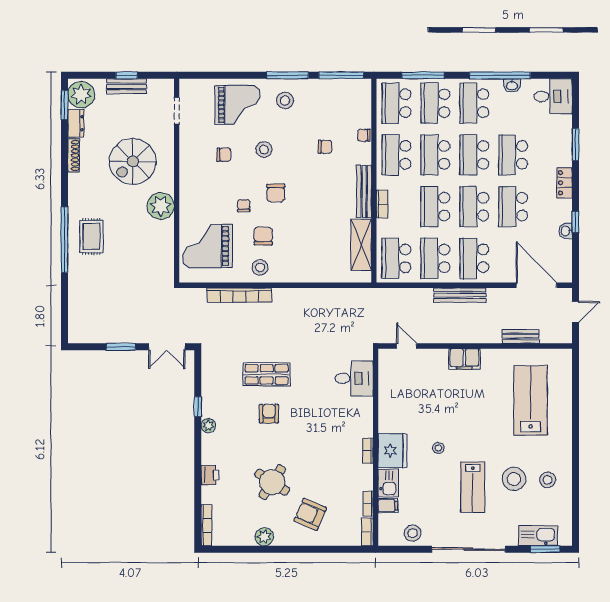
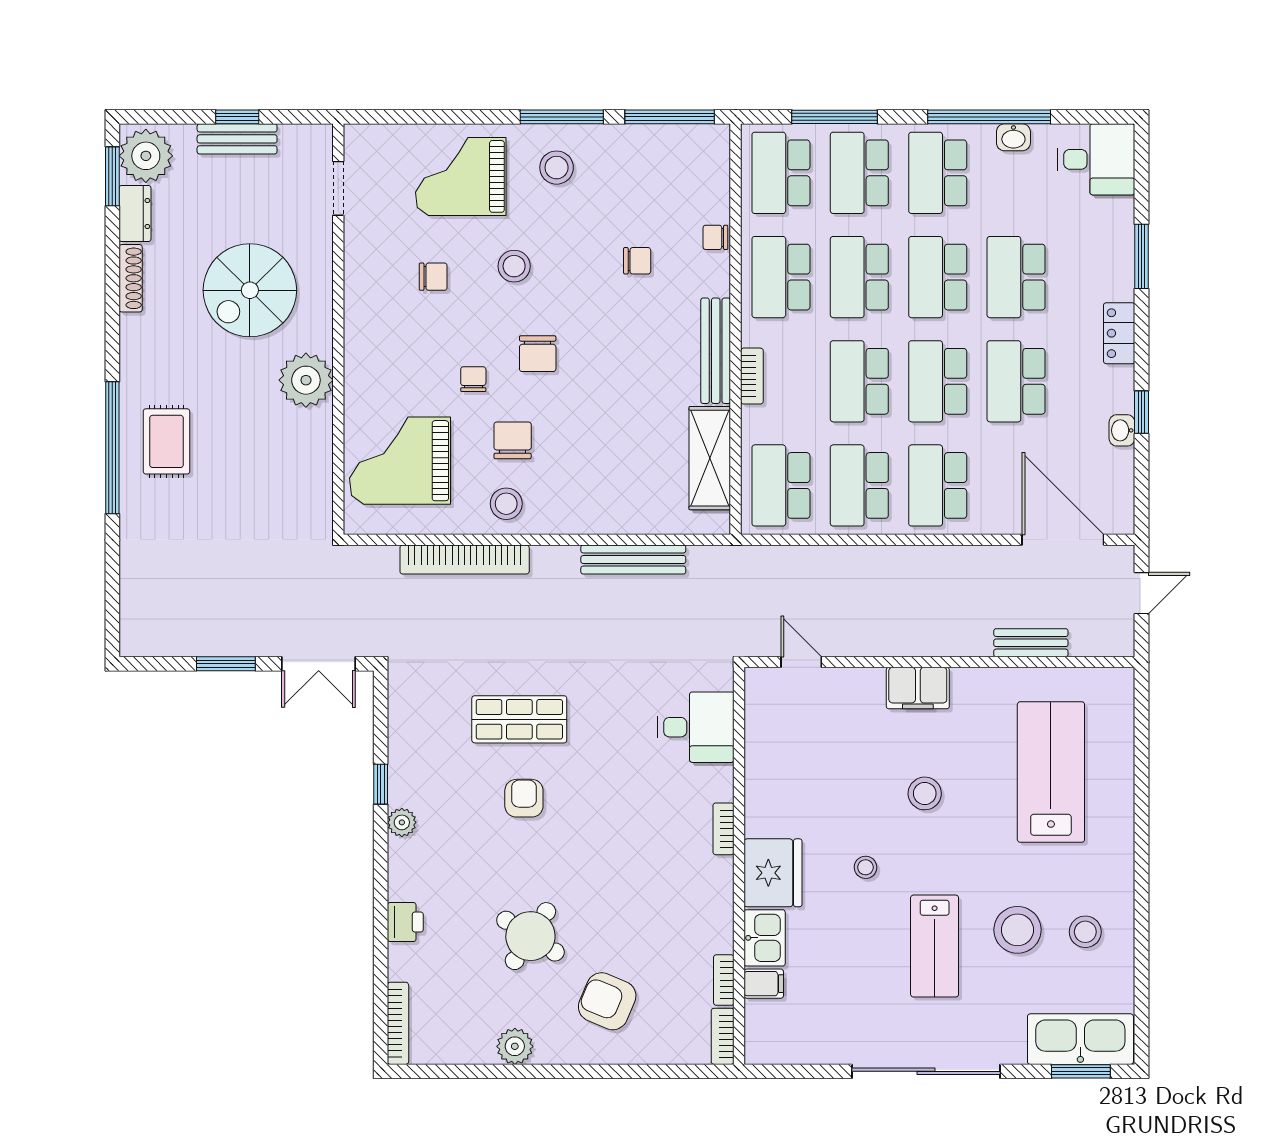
grand piano: (238, 105) -> (461, 176), turned 180
bench: (460, 295) -> (633, 559), moved
bookcase: (368, 451) -> (723, 829), moved
stool: (413, 533) -> (925, 793), moved
kitchen sink: (538, 536) -> (1080, 1039), width x1.36, depth x1.24

